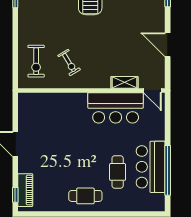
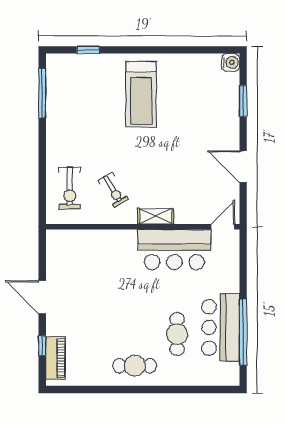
shelving: (125, 82) -> (156, 216), moved
door: (152, 90) -> (223, 227), swing flipped
window: (15, 195) -> (42, 346), moved

